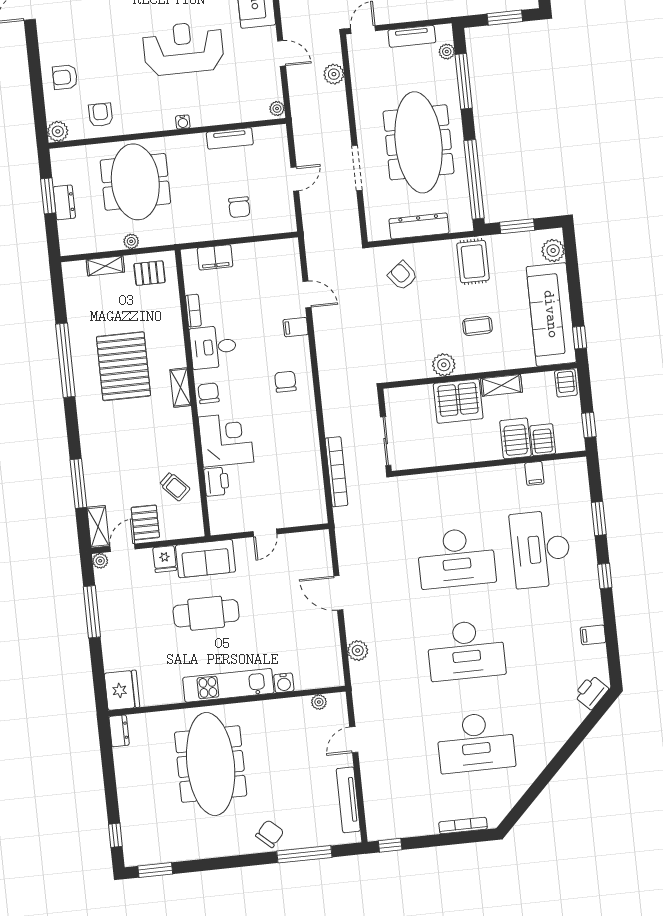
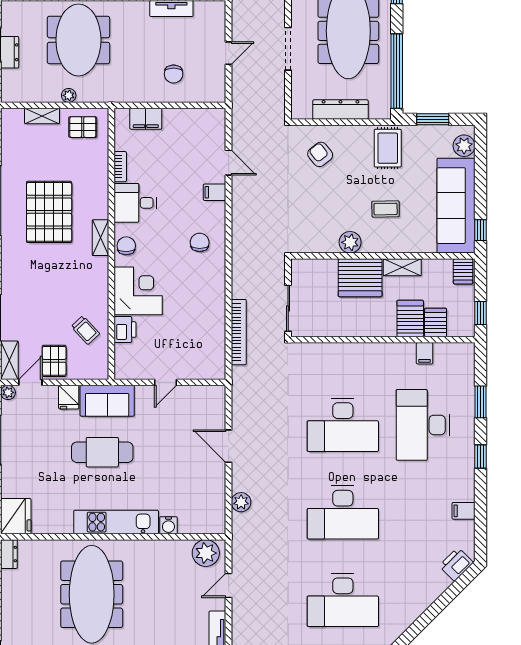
plant: (319, 702) -> (206, 553), width x1.87, depth x1.87

